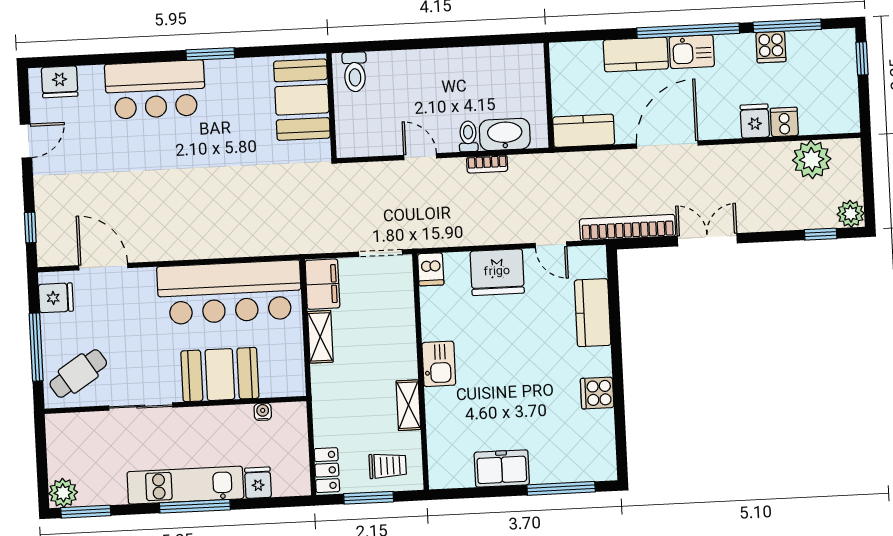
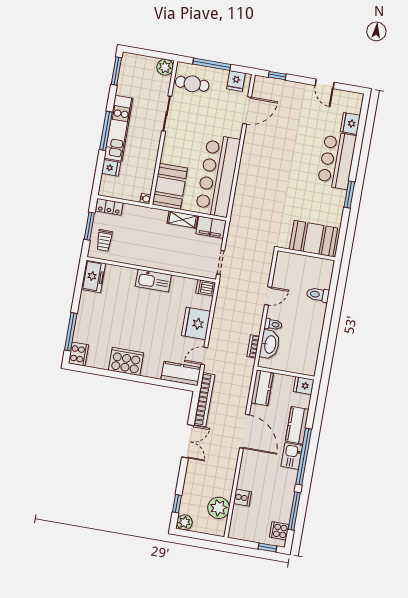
cooker: (771, 47) -> (279, 531), moved
toilet: (355, 72) -> (318, 295), moved
fridge: (60, 82) -> (350, 123), moved
fridge: (755, 121) -> (304, 386), moved, turned 180
bookcase: (487, 164) -> (253, 346), moved
kitchen counter: (593, 313) -> (181, 373), moved
kitchen sink: (439, 364) -> (153, 281), width x1.38
cafe table: (78, 374) -> (192, 84), turned -57
booth: (220, 375) -> (170, 186), moved
cooker: (597, 393) -> (126, 361), width x1.87, depth x1.31
shelving: (408, 405) -> (135, 259), removed
water cooler: (263, 412) -> (145, 199), moved
cooker: (597, 466) -> (78, 354), added
freezer: (502, 468) -> (93, 276), moved
plant: (63, 493) -> (165, 67), moved

